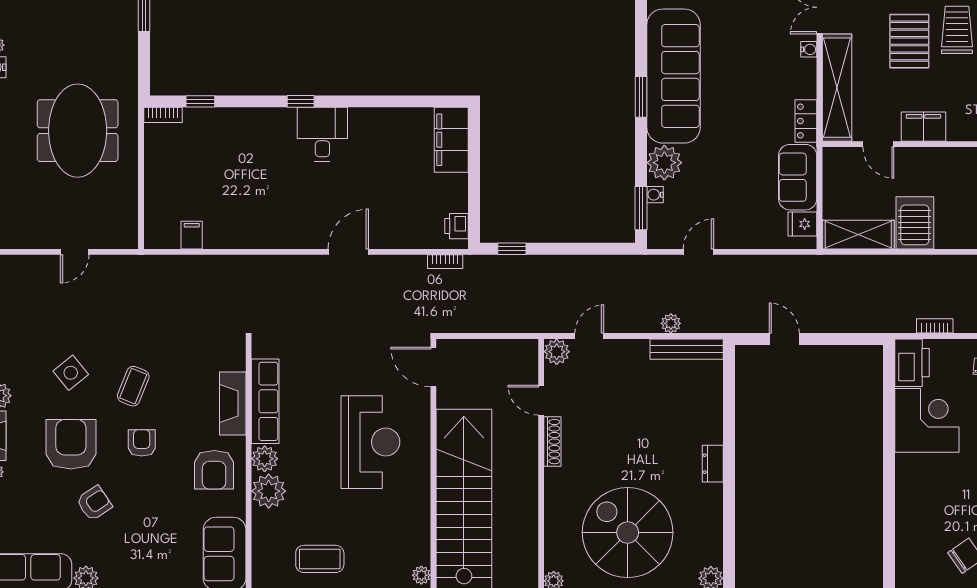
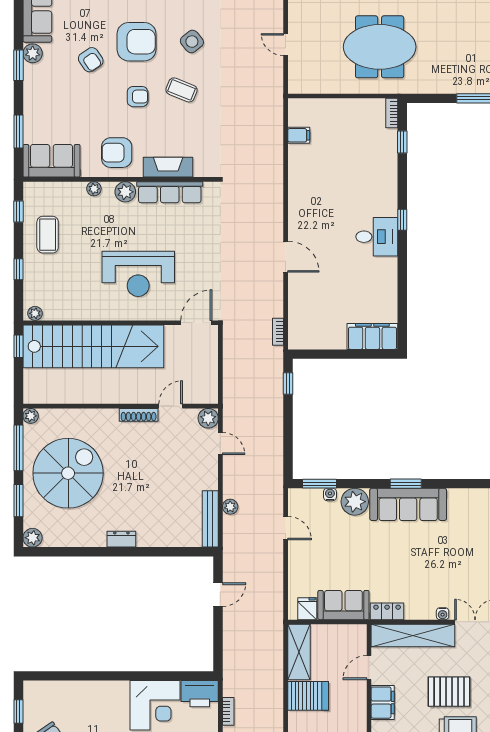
sofa: (674, 76) -> (408, 504), width x0.74, depth x0.79
printer: (457, 226) -> (306, 341), removed
plant: (269, 491) -> (94, 189), width x0.53, depth x0.53

